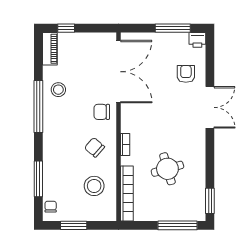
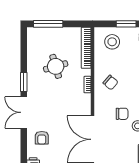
chair: (102, 112) -> (122, 114), moved
stool: (94, 186) -> (112, 42), moved
window: (210, 201) -> (24, 82), moved

